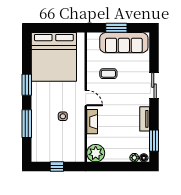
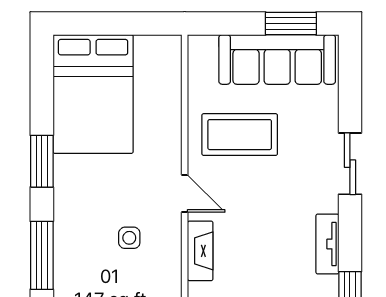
window: (116, 28) -> (291, 23), moved
bed: (54, 57) -> (93, 94), width x0.73
coffee table: (108, 74) -> (240, 135), width x1.86, depth x1.72

